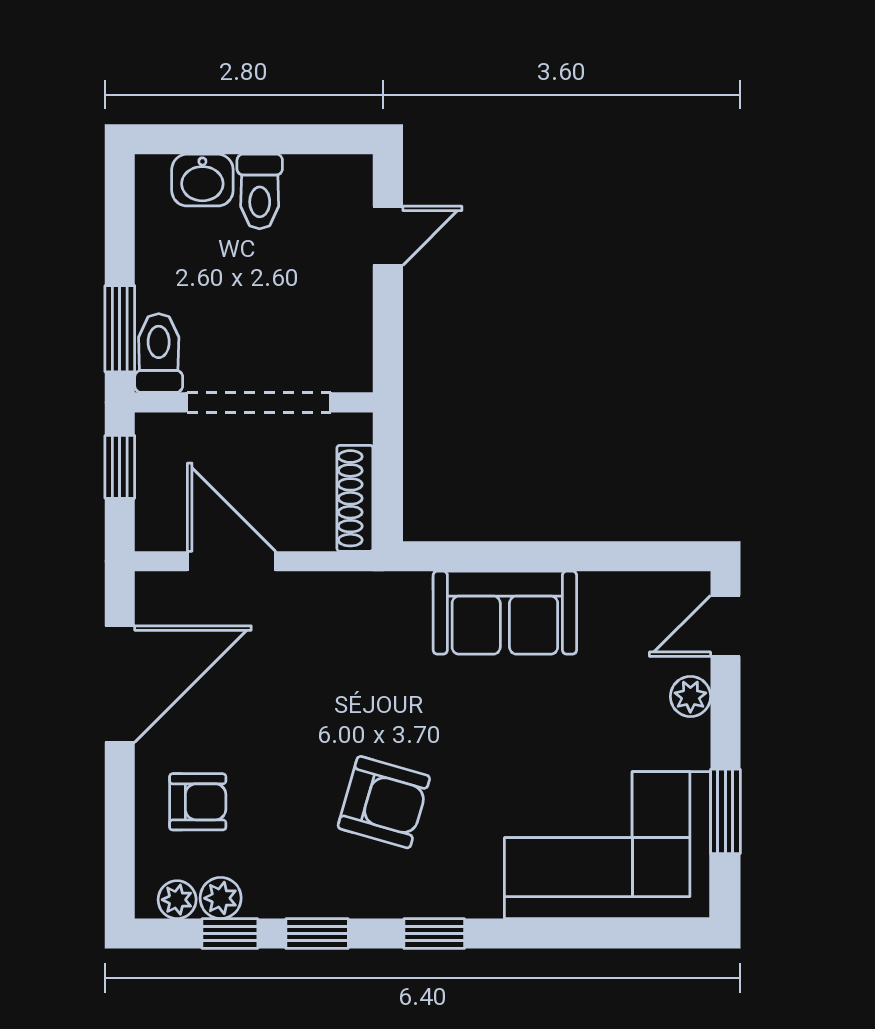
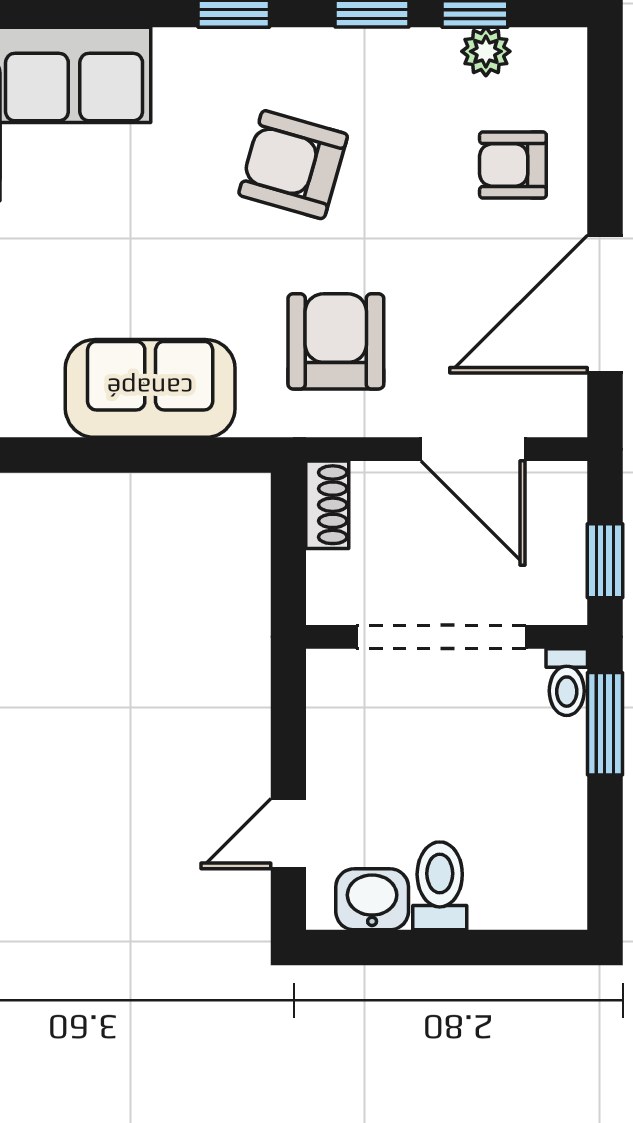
washbasin: (202, 180) -> (372, 899), moved
toilet: (159, 353) -> (567, 682), width x0.73, depth x0.72
shoe rack: (355, 498) -> (327, 505), width x0.70
armchair: (348, 653) -> (336, 341), added
plant: (177, 900) -> (537, 49), removed

